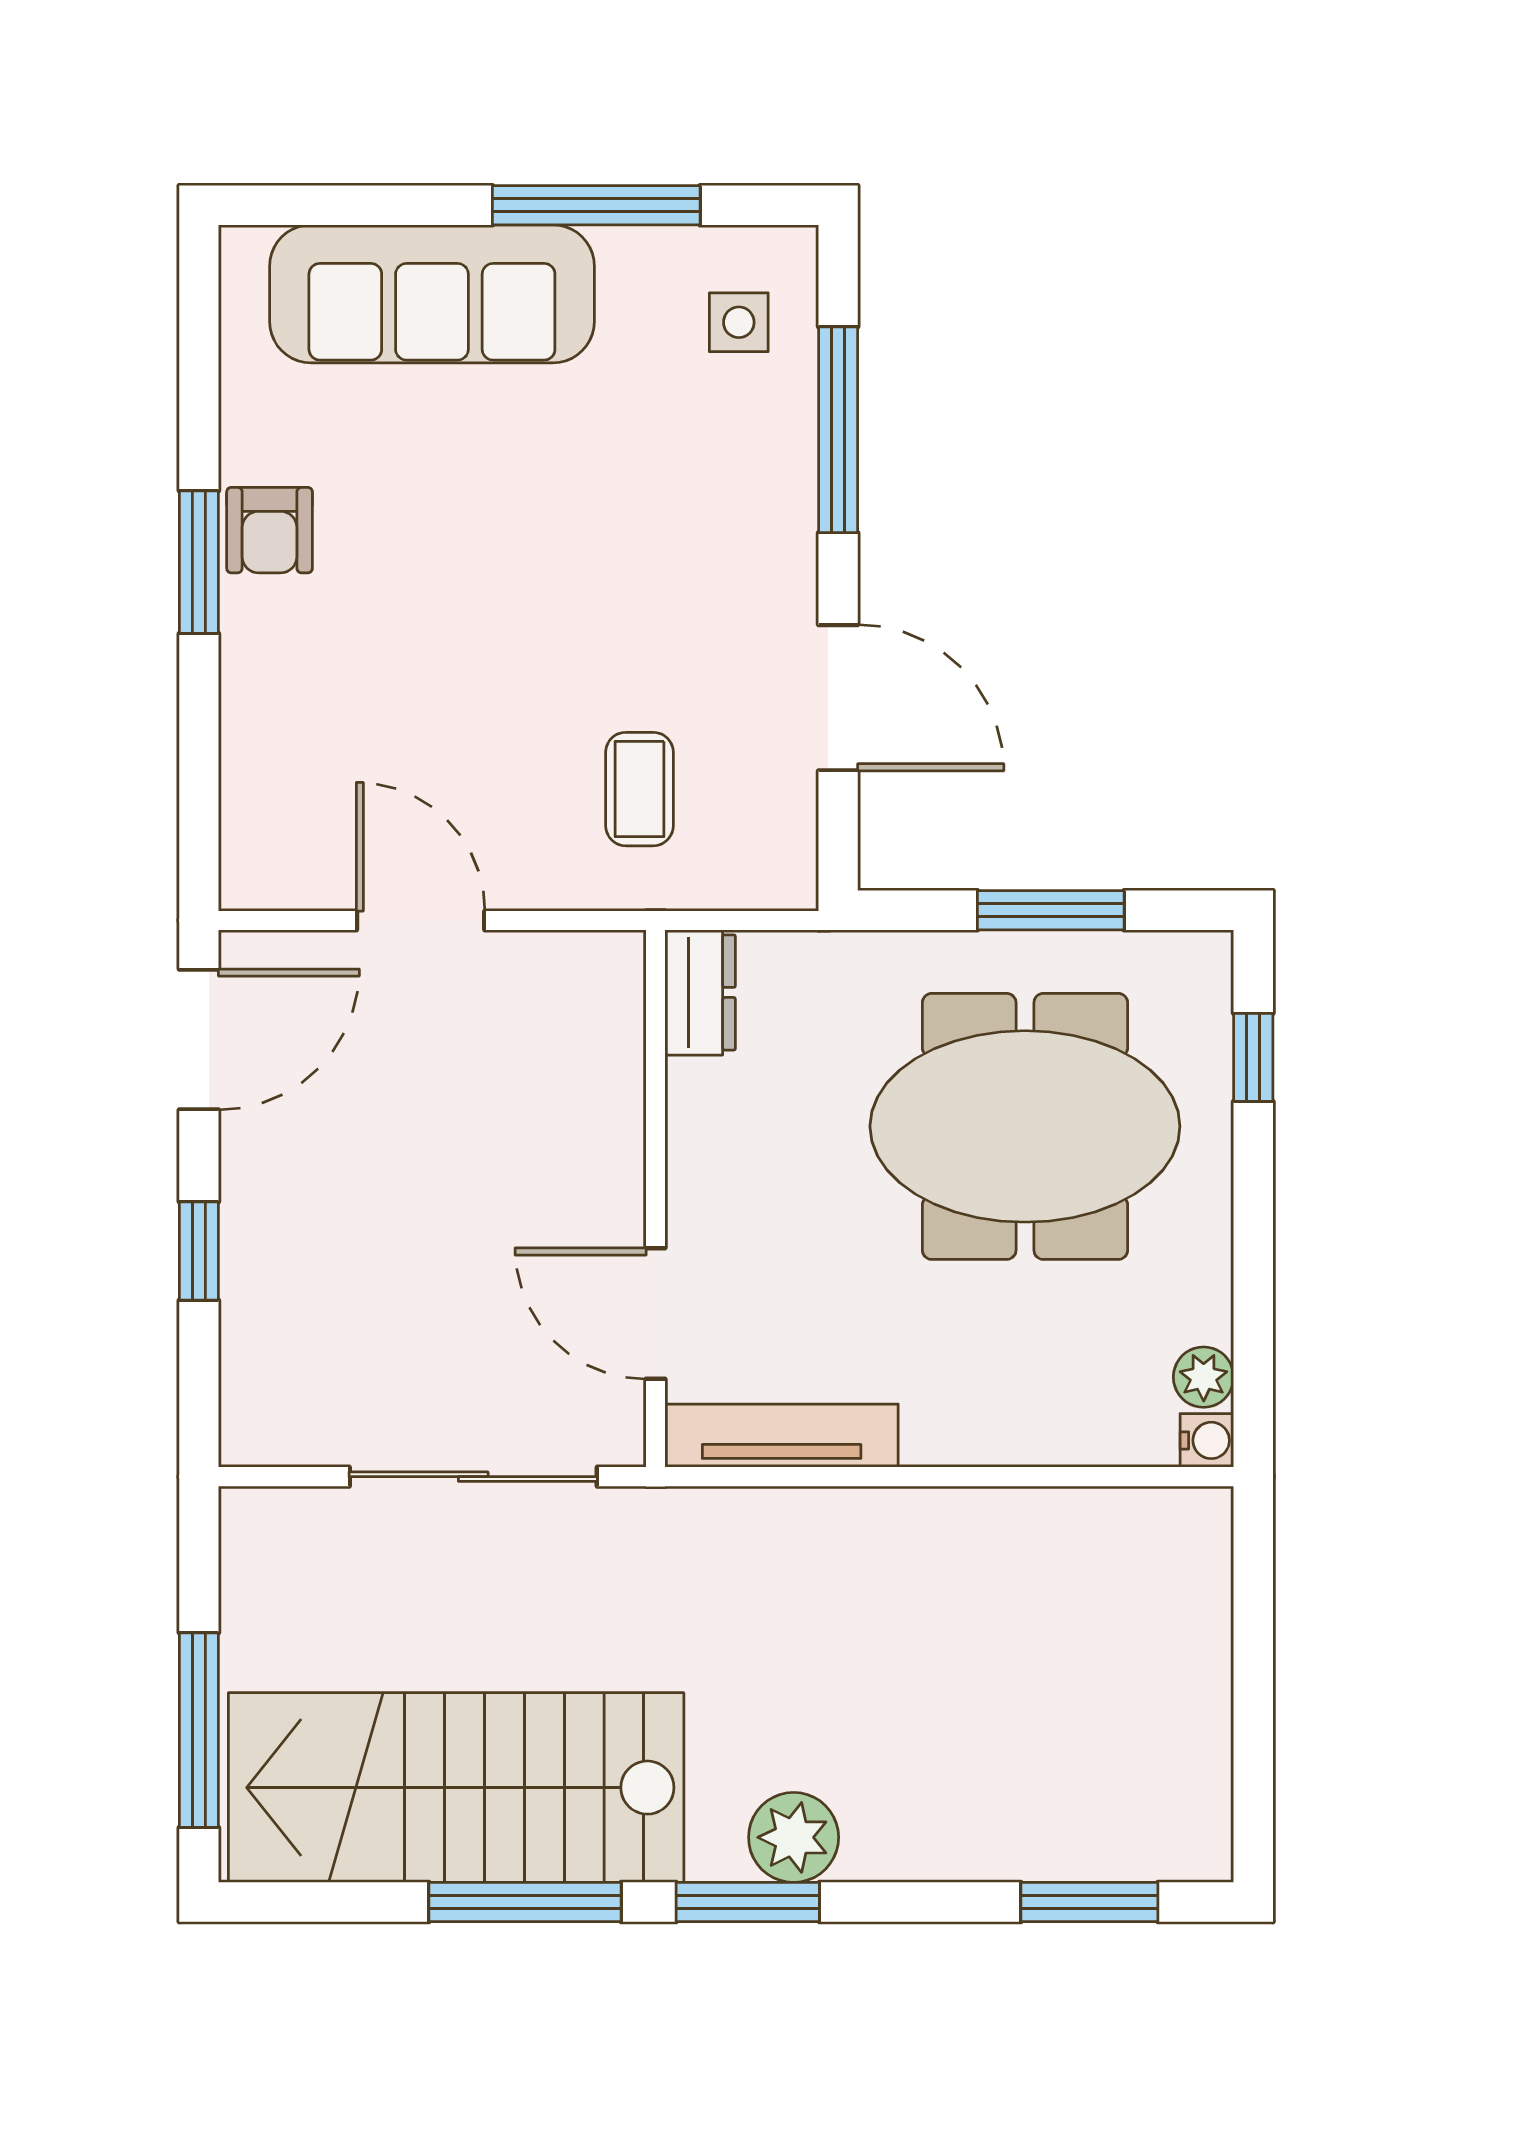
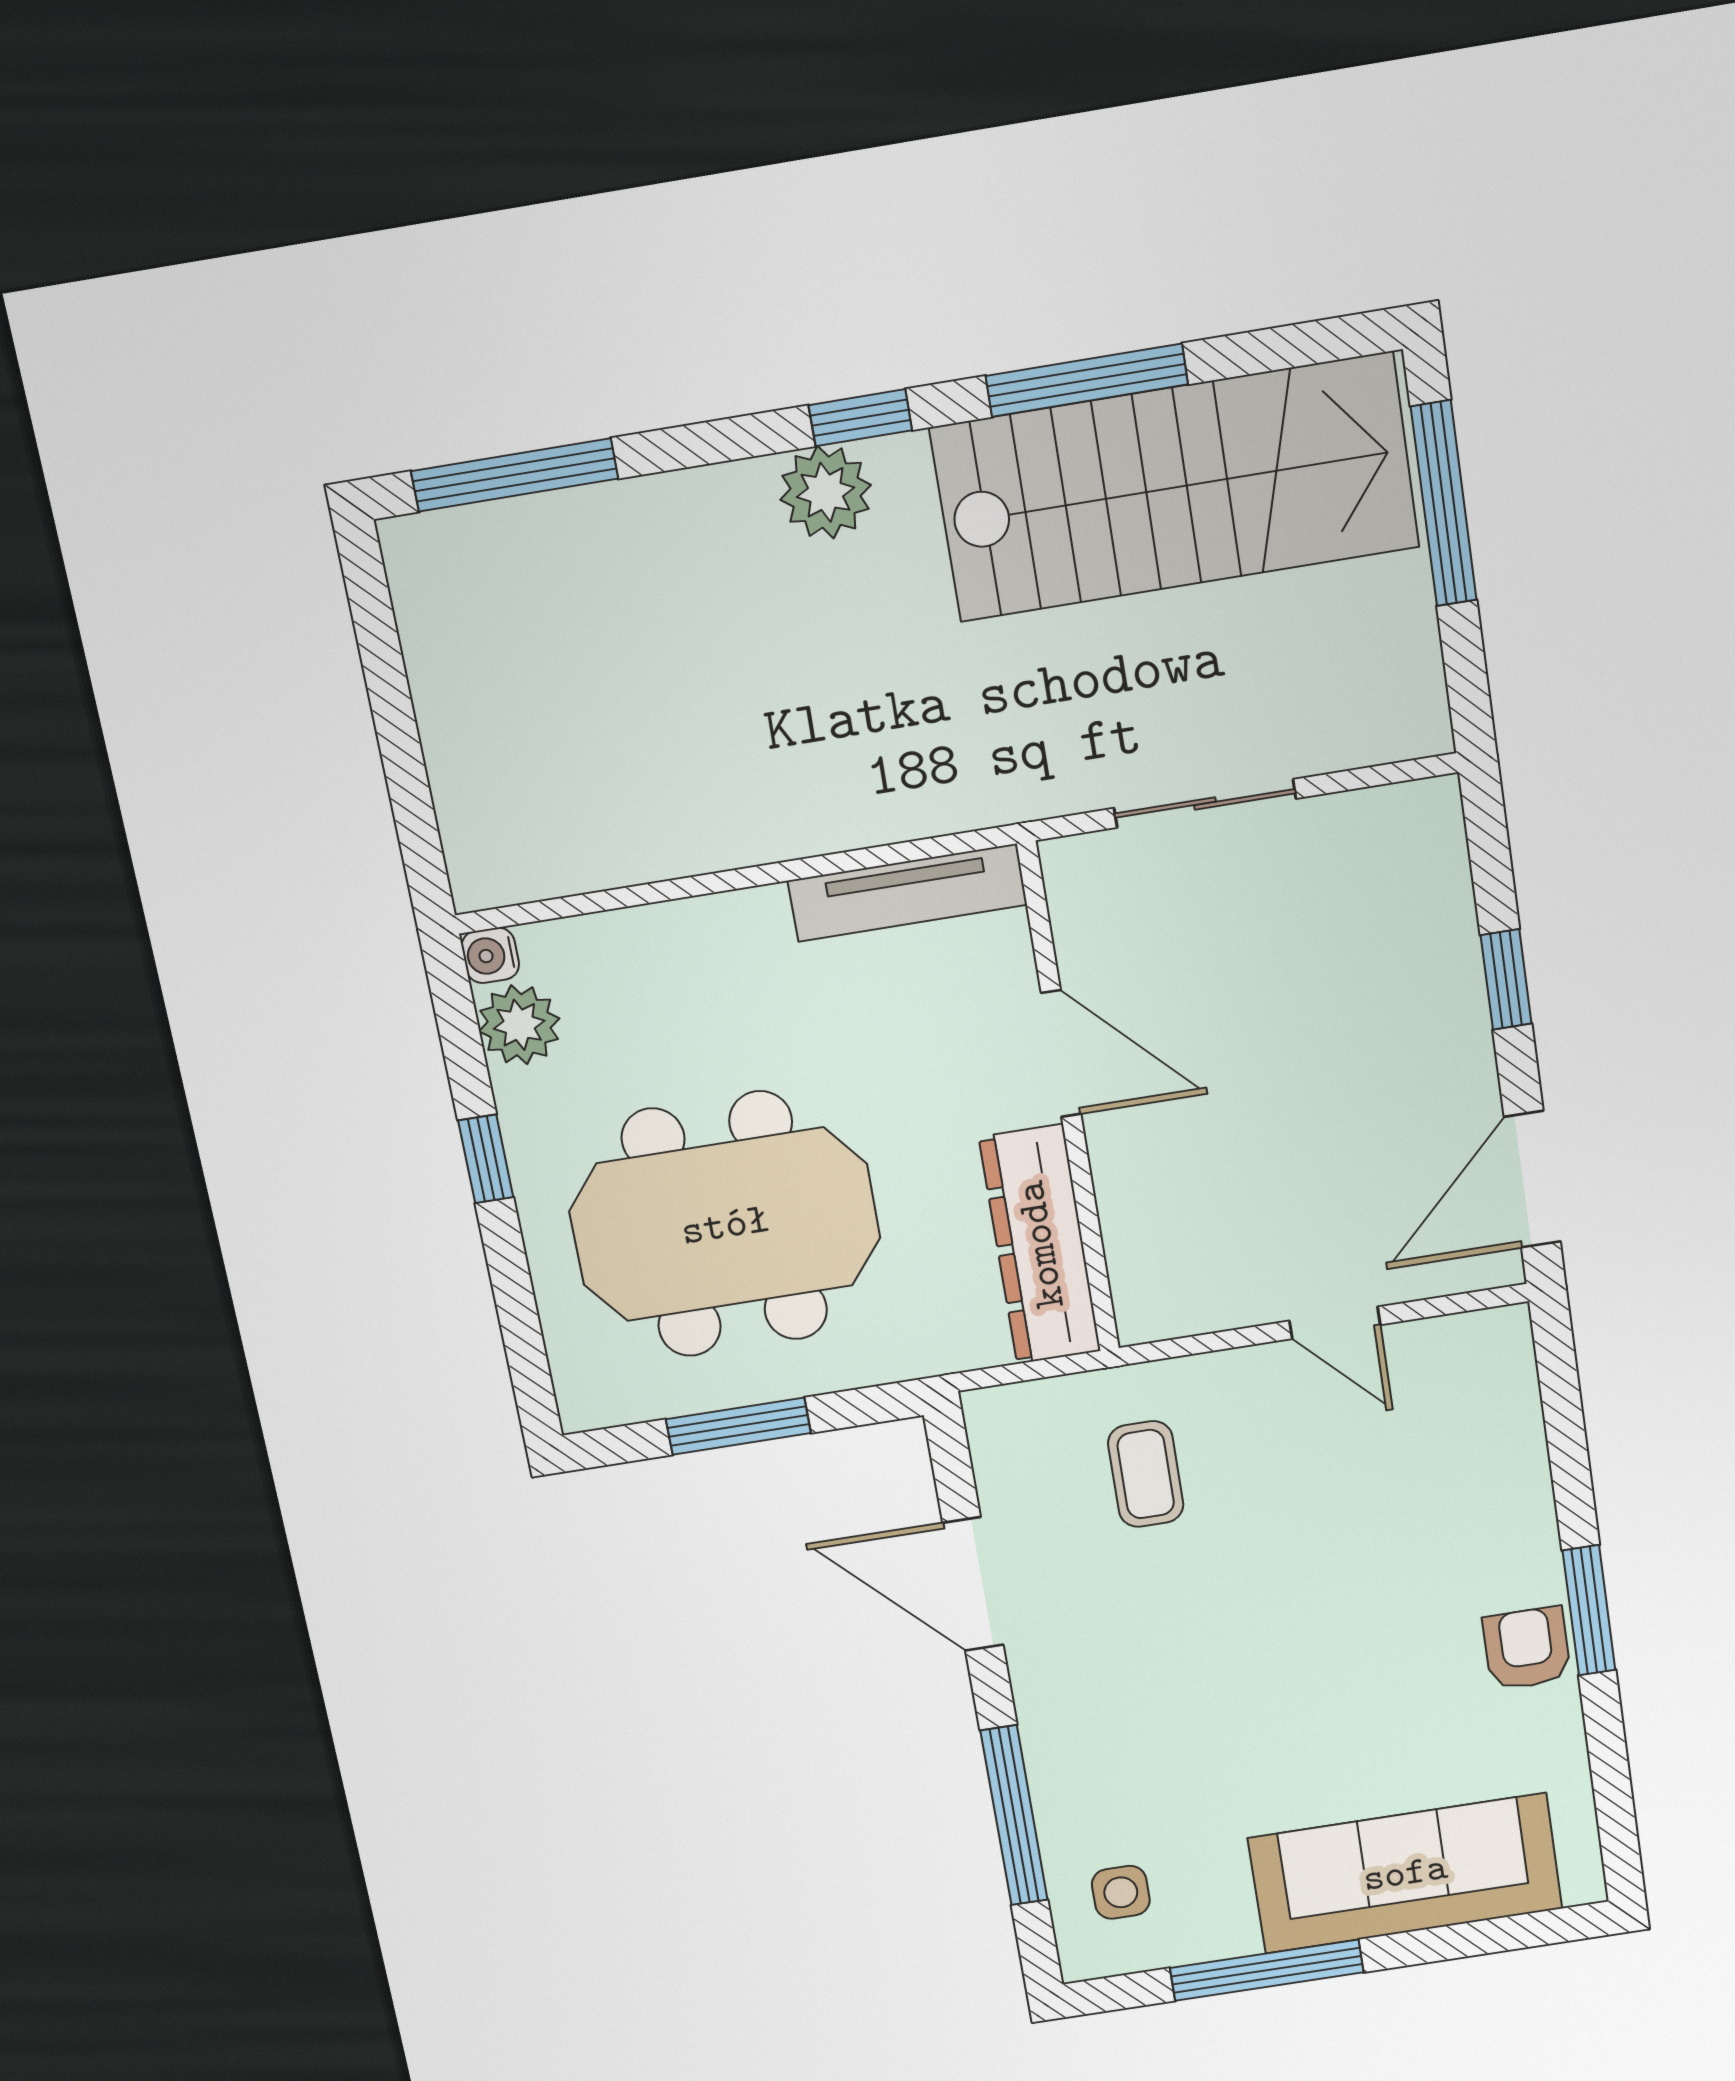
door: (421, 920) -> (1335, 1323), width x0.73
dresser: (700, 992) -> (1040, 1245), width x1.96, depth x1.24
window: (1253, 1057) -> (486, 1159), moved
door: (656, 1314) -> (1061, 1054), moved
plant: (1204, 1377) -> (519, 1025), width x1.38, depth x1.38
sliding door: (473, 1477) -> (1205, 803), width x0.73
window: (748, 1902) -> (860, 418), width x0.67
window: (1089, 1902) -> (515, 475), width x1.44

